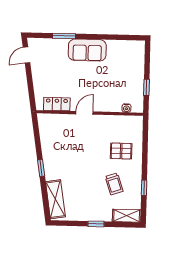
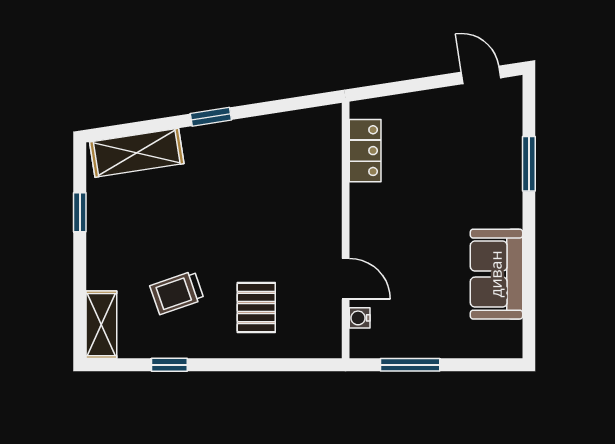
sofa: (87, 50) -> (496, 274), moved
window: (147, 87) -> (410, 365), width x1.50
door: (84, 113) -> (346, 279), moved
window: (96, 224) -> (80, 212), moved

